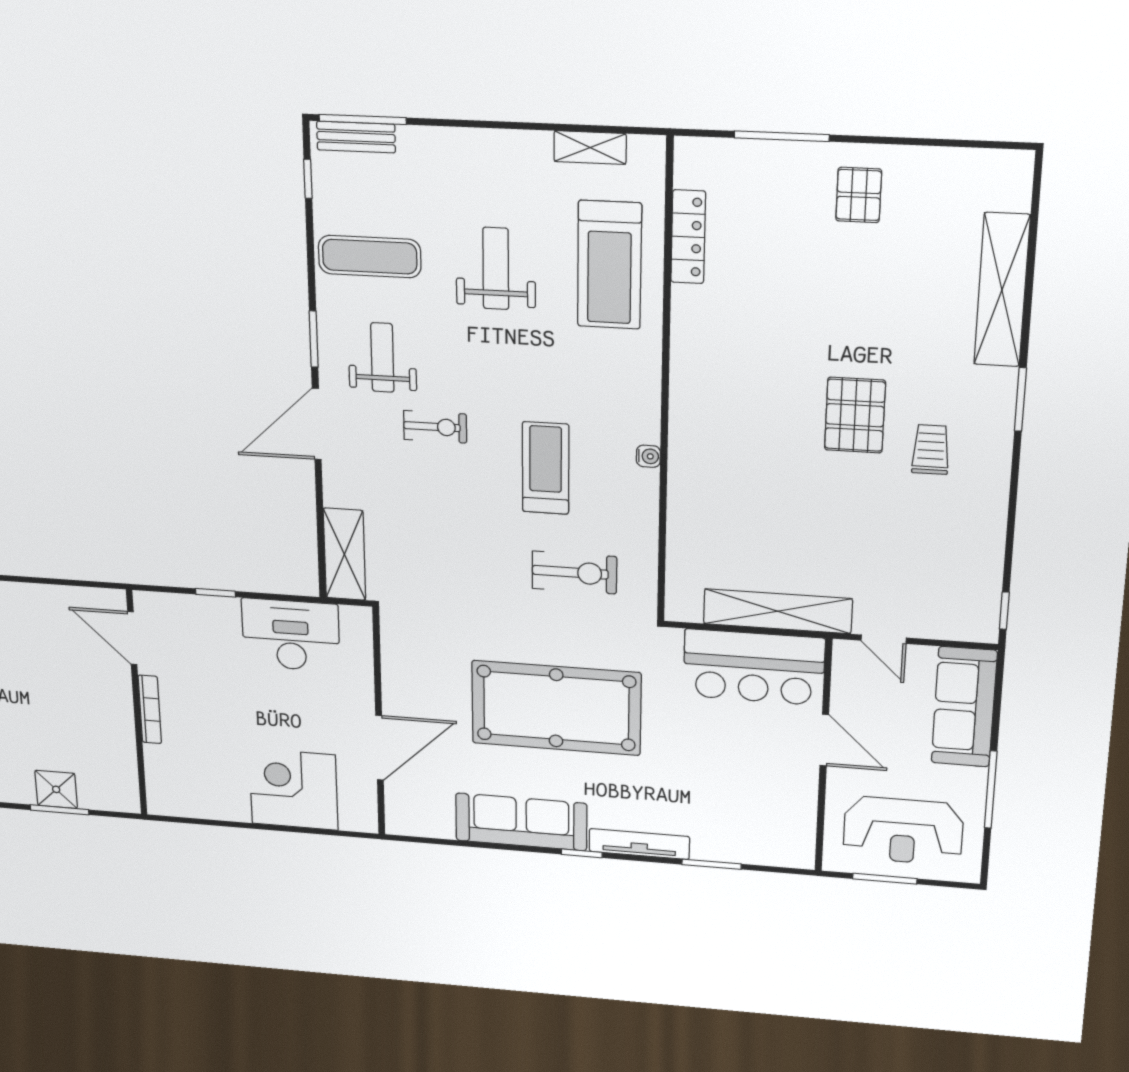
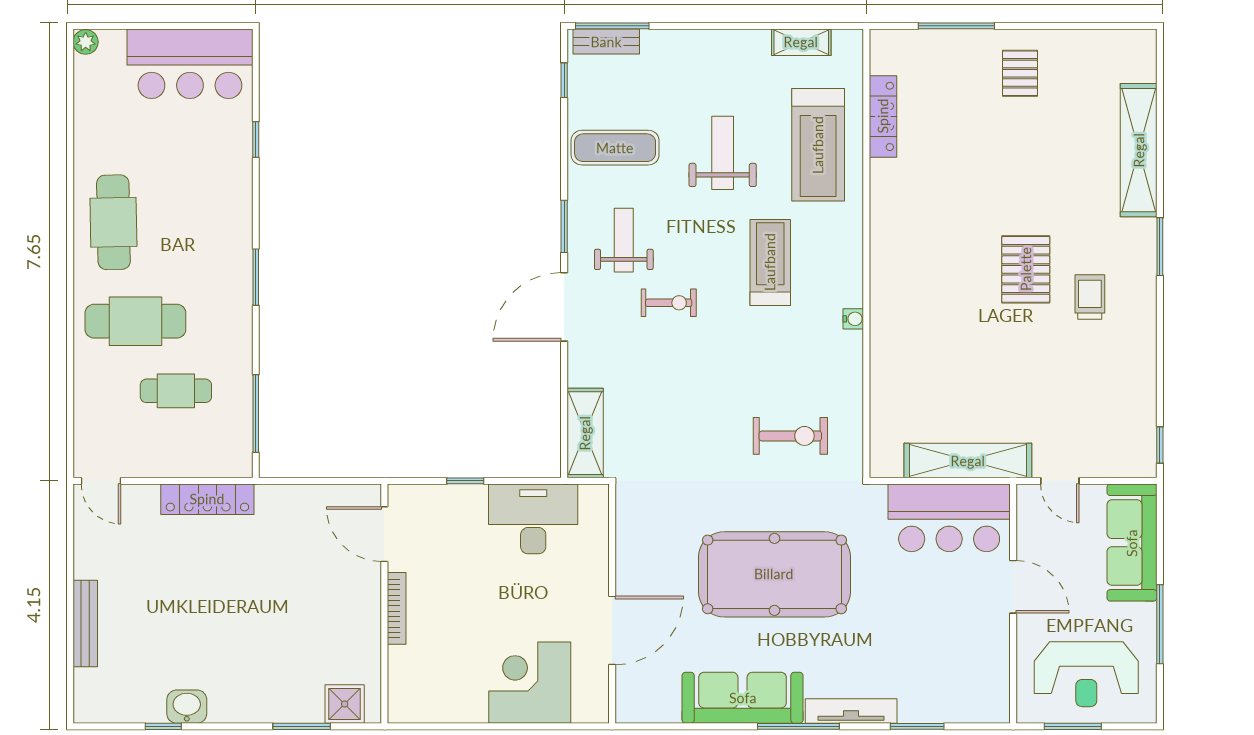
treadmill: (546, 468) -> (770, 262), moved
shower: (56, 789) -> (345, 704), moved
window: (582, 853) -> (798, 726), width x2.17

